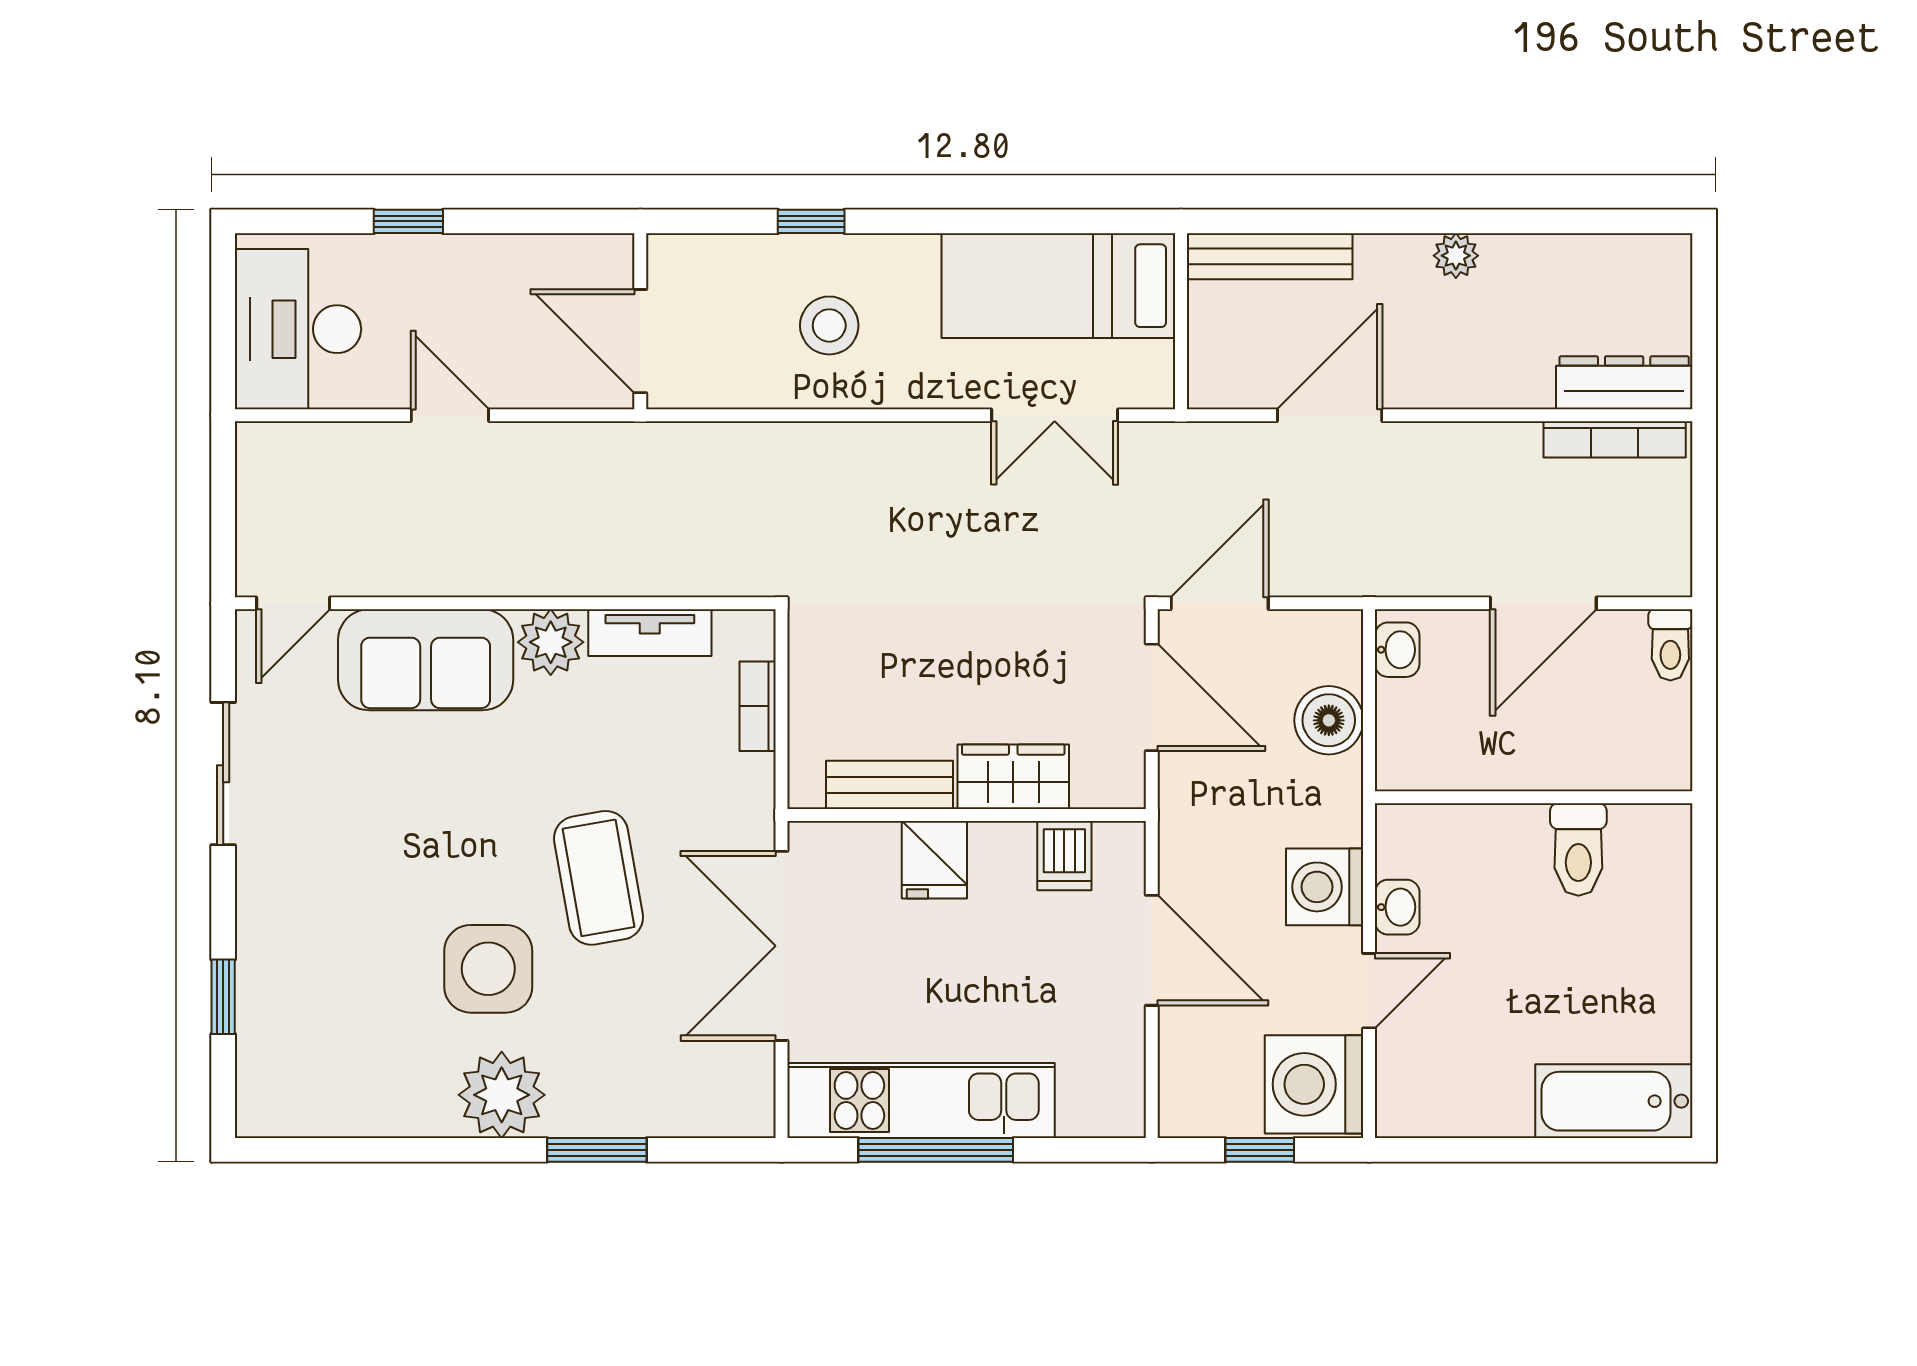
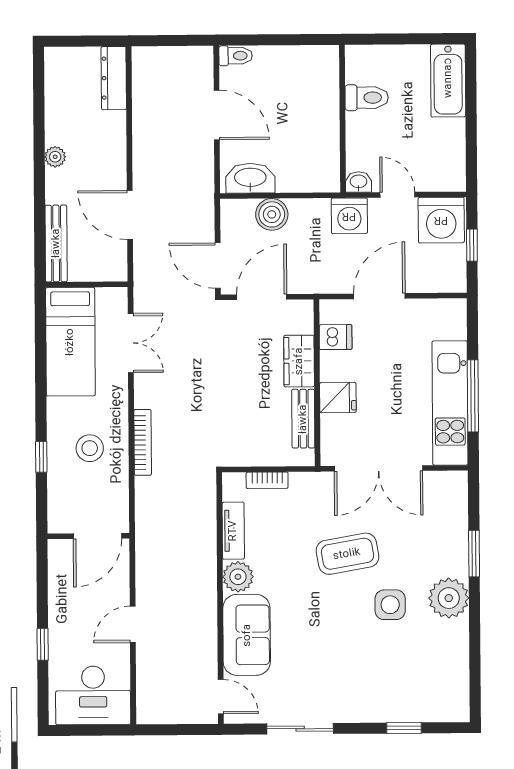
bookcase: (1615, 439) -> (143, 442), moved
washbasin: (1397, 650) -> (250, 178), width x1.91, depth x1.45
wall: (1534, 797) -> (342, 119), moved
toilet: (1578, 850) -> (367, 98), moved
side table: (488, 969) -> (390, 605), width x0.73, depth x0.73

